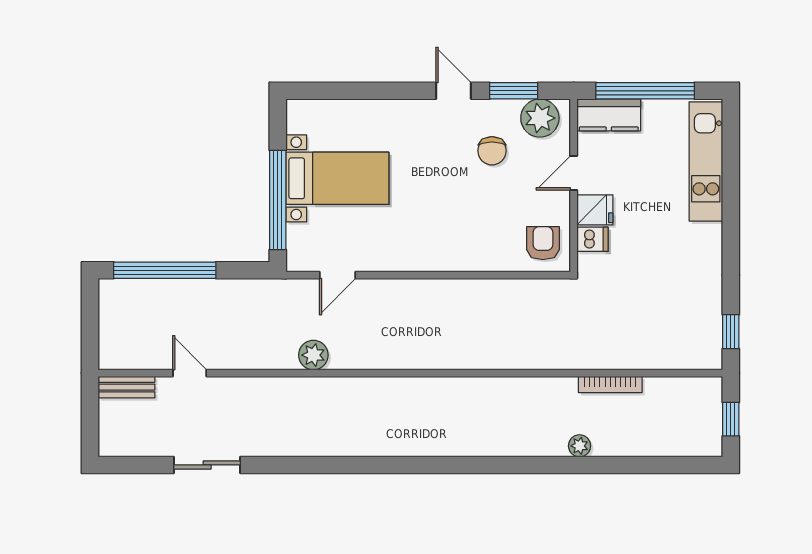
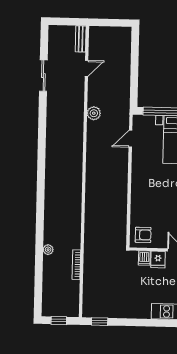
window: (165, 270) -> (135, 58), removed
door: (337, 275) -> (130, 139), hinge flipped
plant: (313, 355) -> (94, 113), moved

